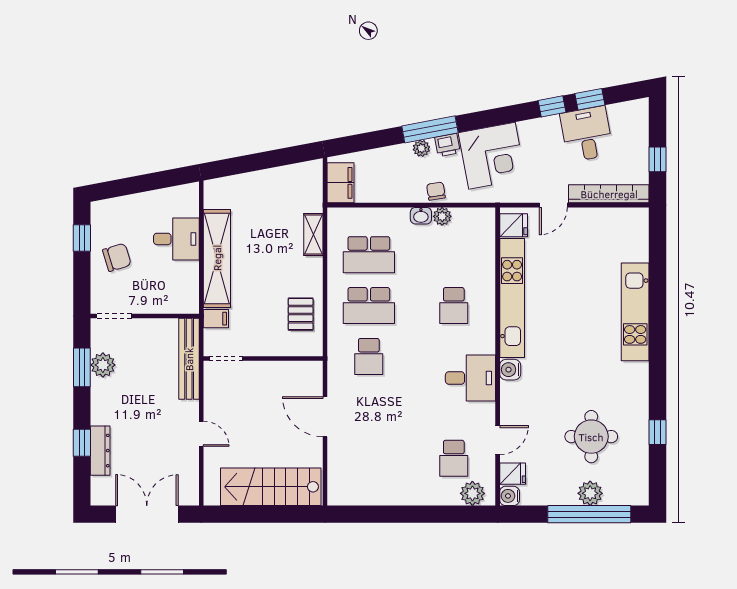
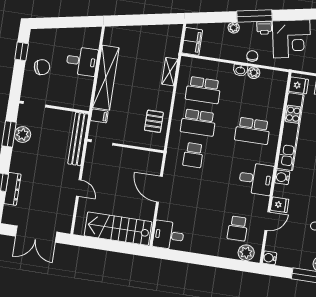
plant: (421, 148) -> (234, 28), moved
school desk: (454, 306) -> (253, 131), width x1.85
fridge: (513, 474) -> (280, 205), moved
desk: (350, 485) -> (168, 235), added
double door: (147, 514) -> (36, 234), swing flipped

